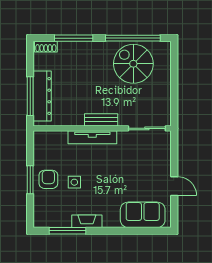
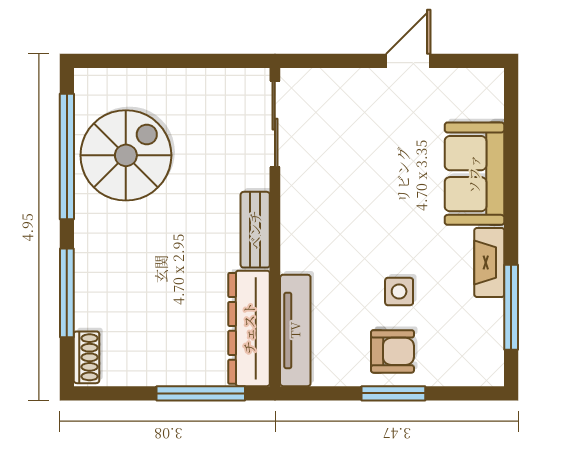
spiral stairs: (133, 64) -> (126, 155), turned 180
dresser: (42, 96) -> (249, 328), moved, turned -90
tv unit: (92, 137) -> (295, 330), moved
armchair: (48, 179) -> (392, 351), turned 180
sofa: (143, 215) -> (474, 174), moved

